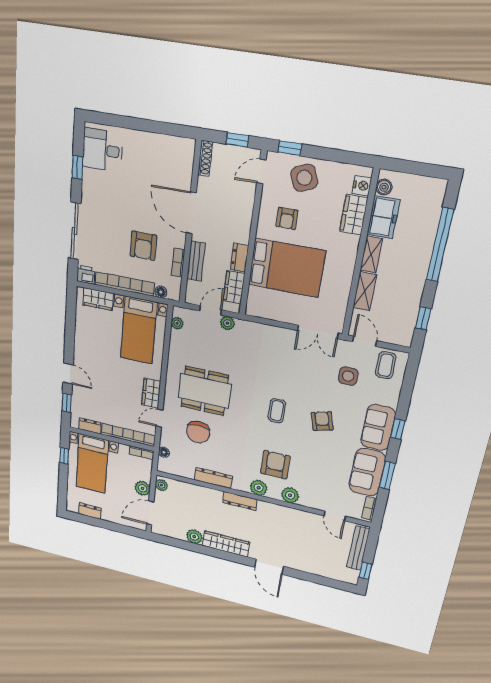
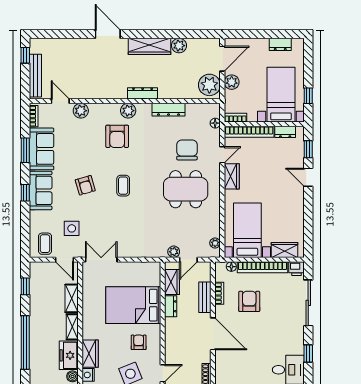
plant: (161, 485) -> (209, 85), width x1.87, depth x1.87
plant: (290, 495) -> (81, 111), moved

